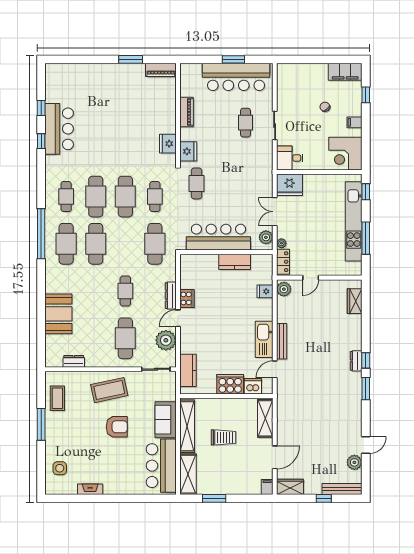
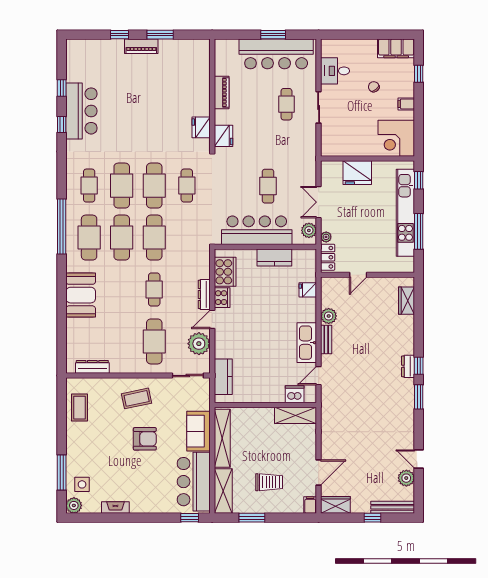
window: (94, 59) -> (119, 35), added
piano: (161, 70) -> (141, 46), moved
desk: (290, 158) -> (335, 71), moved
cafe table: (196, 183) -> (268, 186), moved
fridge: (289, 185) -> (357, 173), moved
cafe table: (155, 244) -> (154, 238), moved
plant: (284, 289) -> (329, 316), moved
booth: (58, 314) -> (81, 295), moved
bench: (282, 341) -> (326, 339), width x0.73
dresser: (74, 361) -> (92, 367), width x1.44
cooker: (230, 384) -> (225, 272), moved, turned 90
coffee table: (109, 390) -> (137, 398), width x0.73, depth x0.76
shelving: (265, 418) -> (296, 415), moved, turned 90
window: (41, 424) -> (62, 472), moved
trolley: (224, 437) -> (269, 482), moved
door: (366, 445) -> (419, 459), swing flipped
plant: (52, 487) -> (74, 505), added
window: (158, 498) -> (190, 518), added

